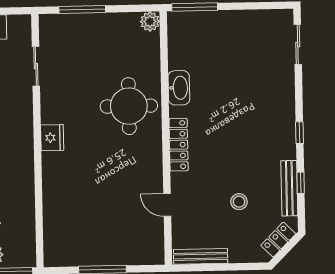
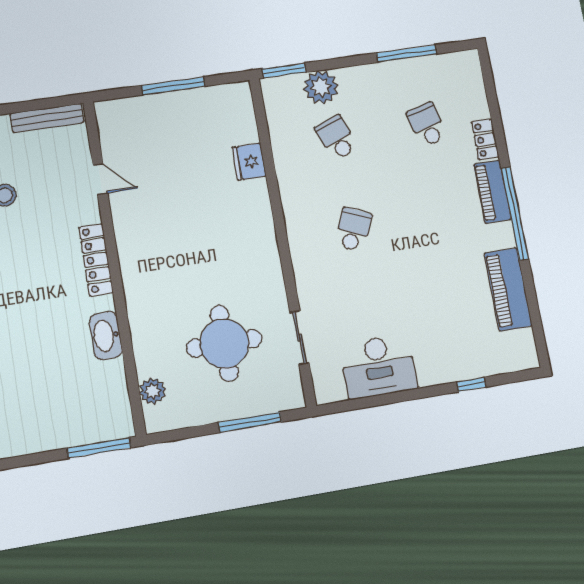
plant: (150, 21) -> (152, 391), moved
round table: (129, 106) -> (224, 343), moved
fridge: (52, 138) -> (249, 162), moved

